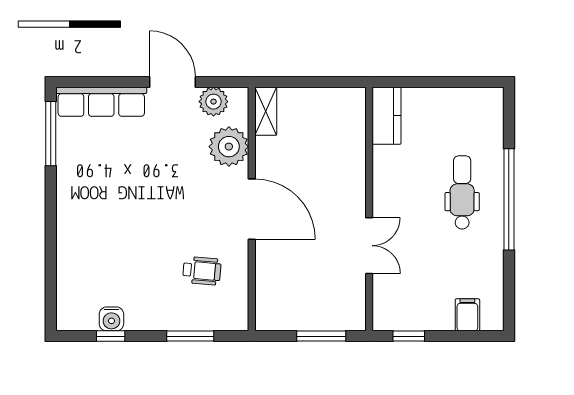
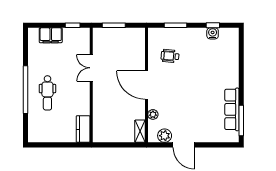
row of seats: (101, 102) -> (232, 109), moved, turned -90
plant: (229, 147) -> (153, 114), width x0.53, depth x0.53
filing cabinet: (467, 315) -> (51, 35), width x2.00

